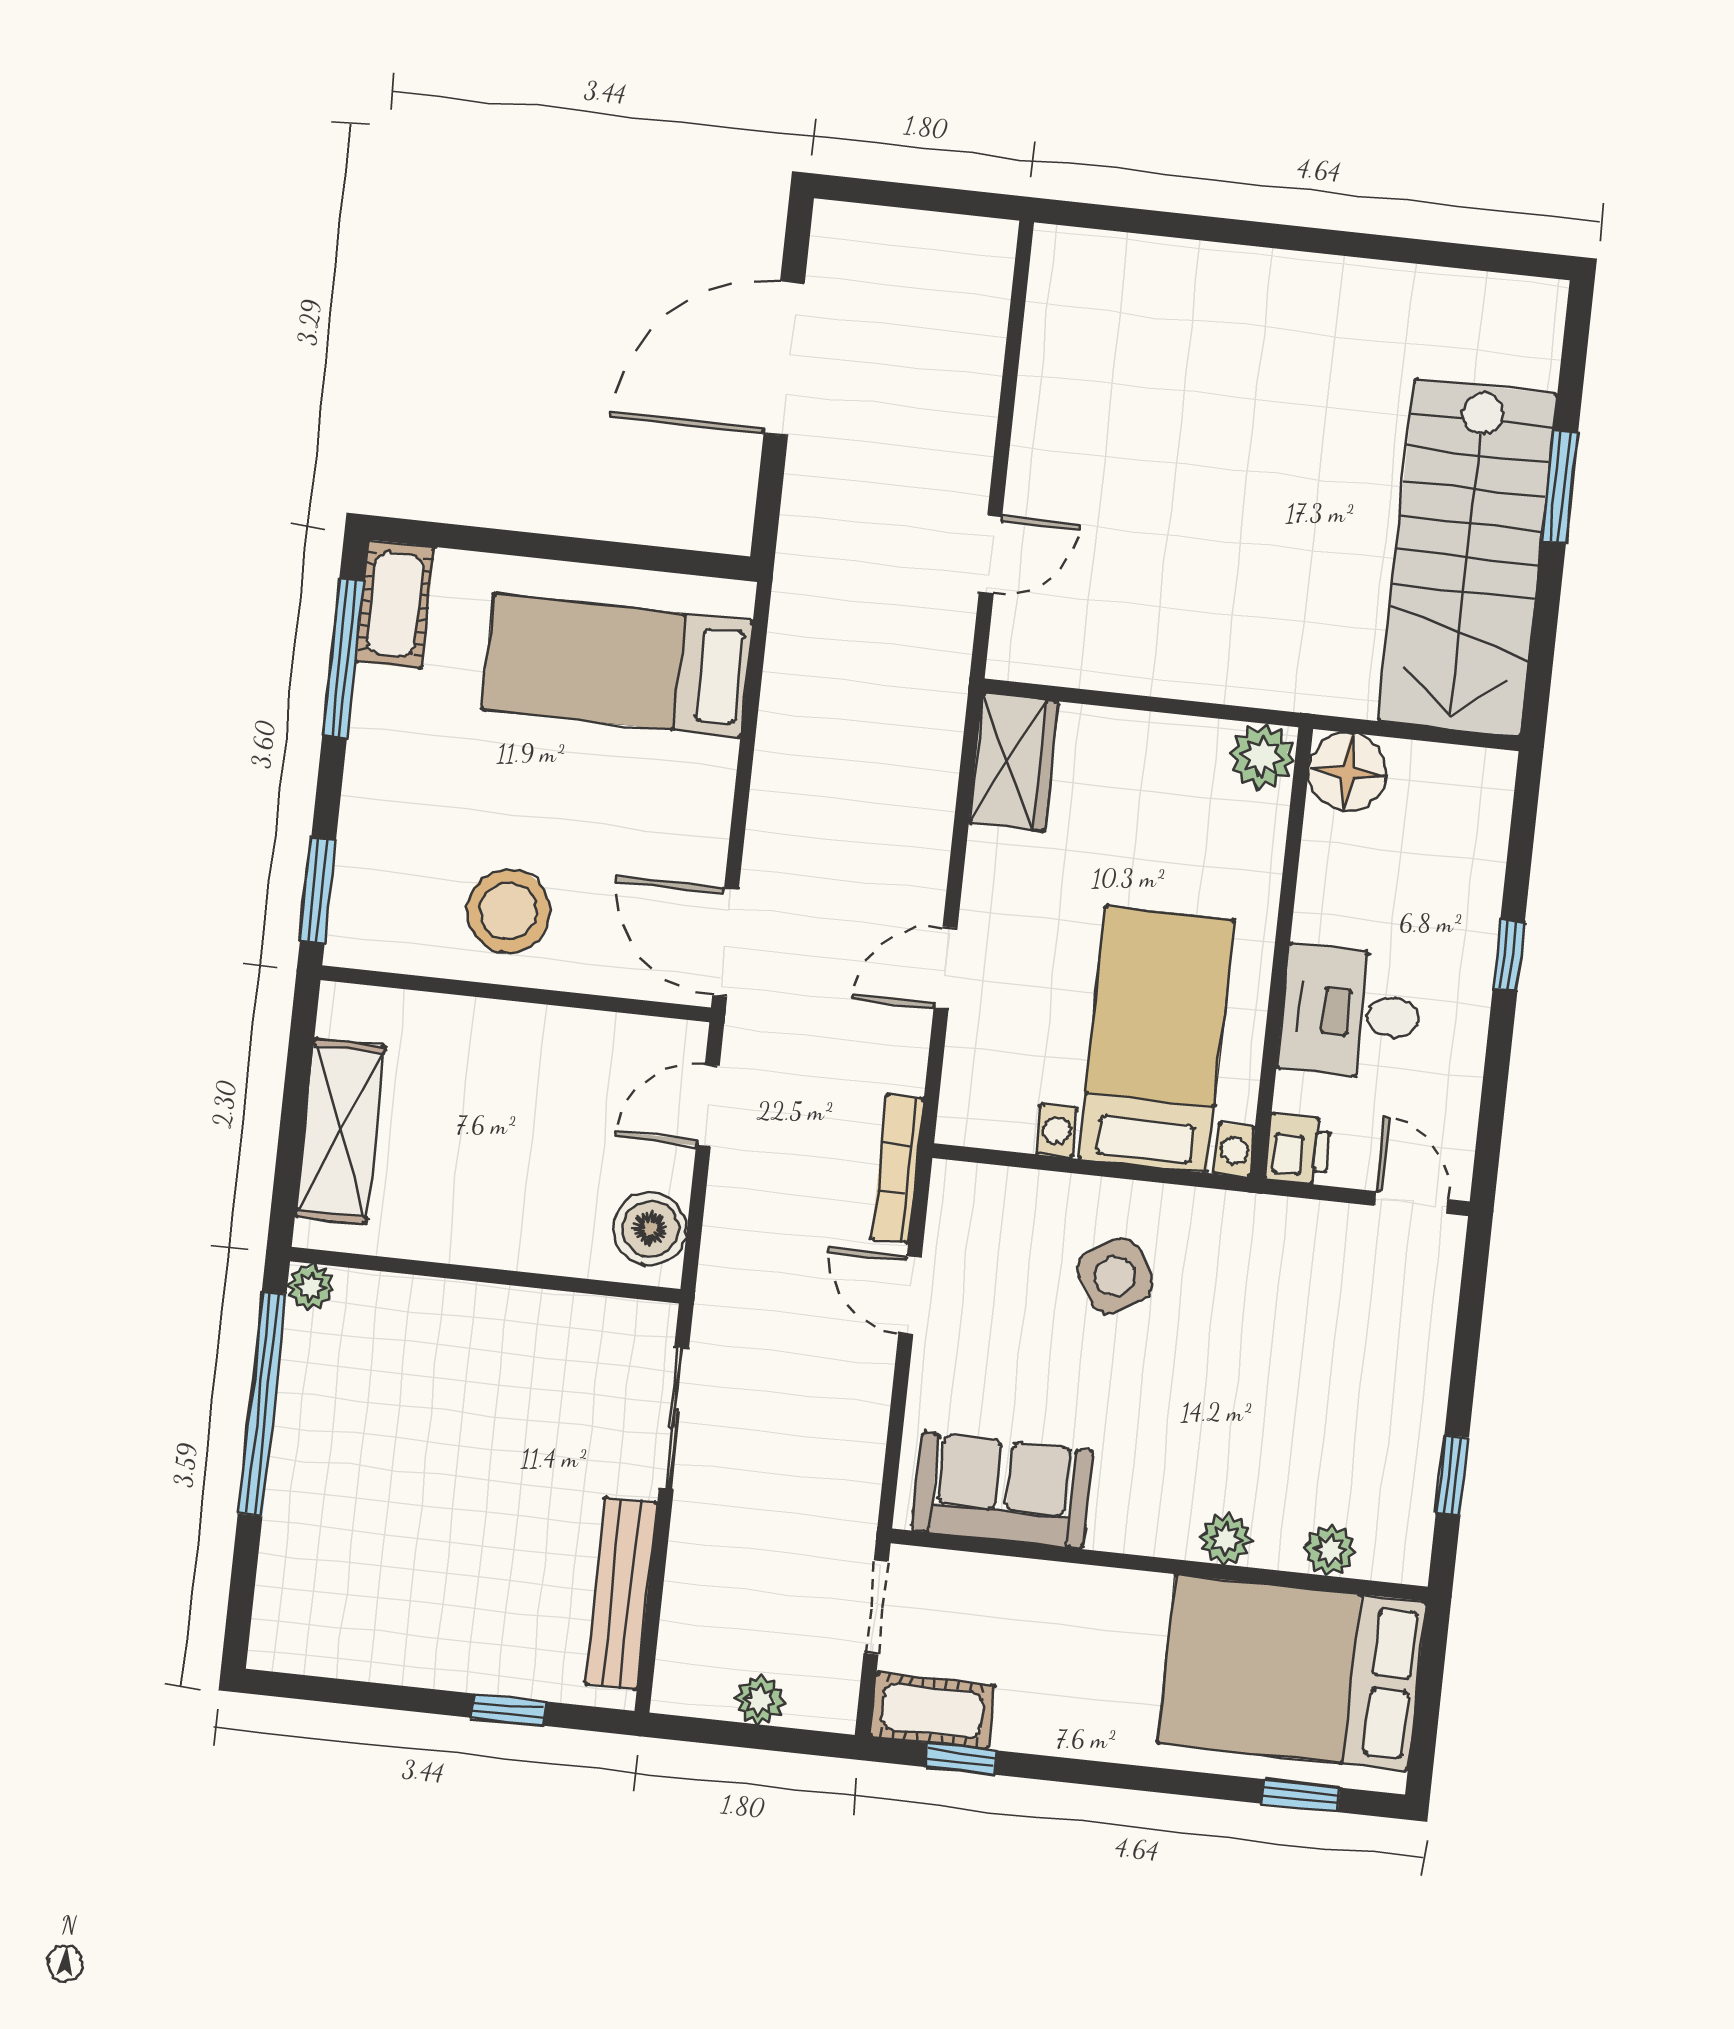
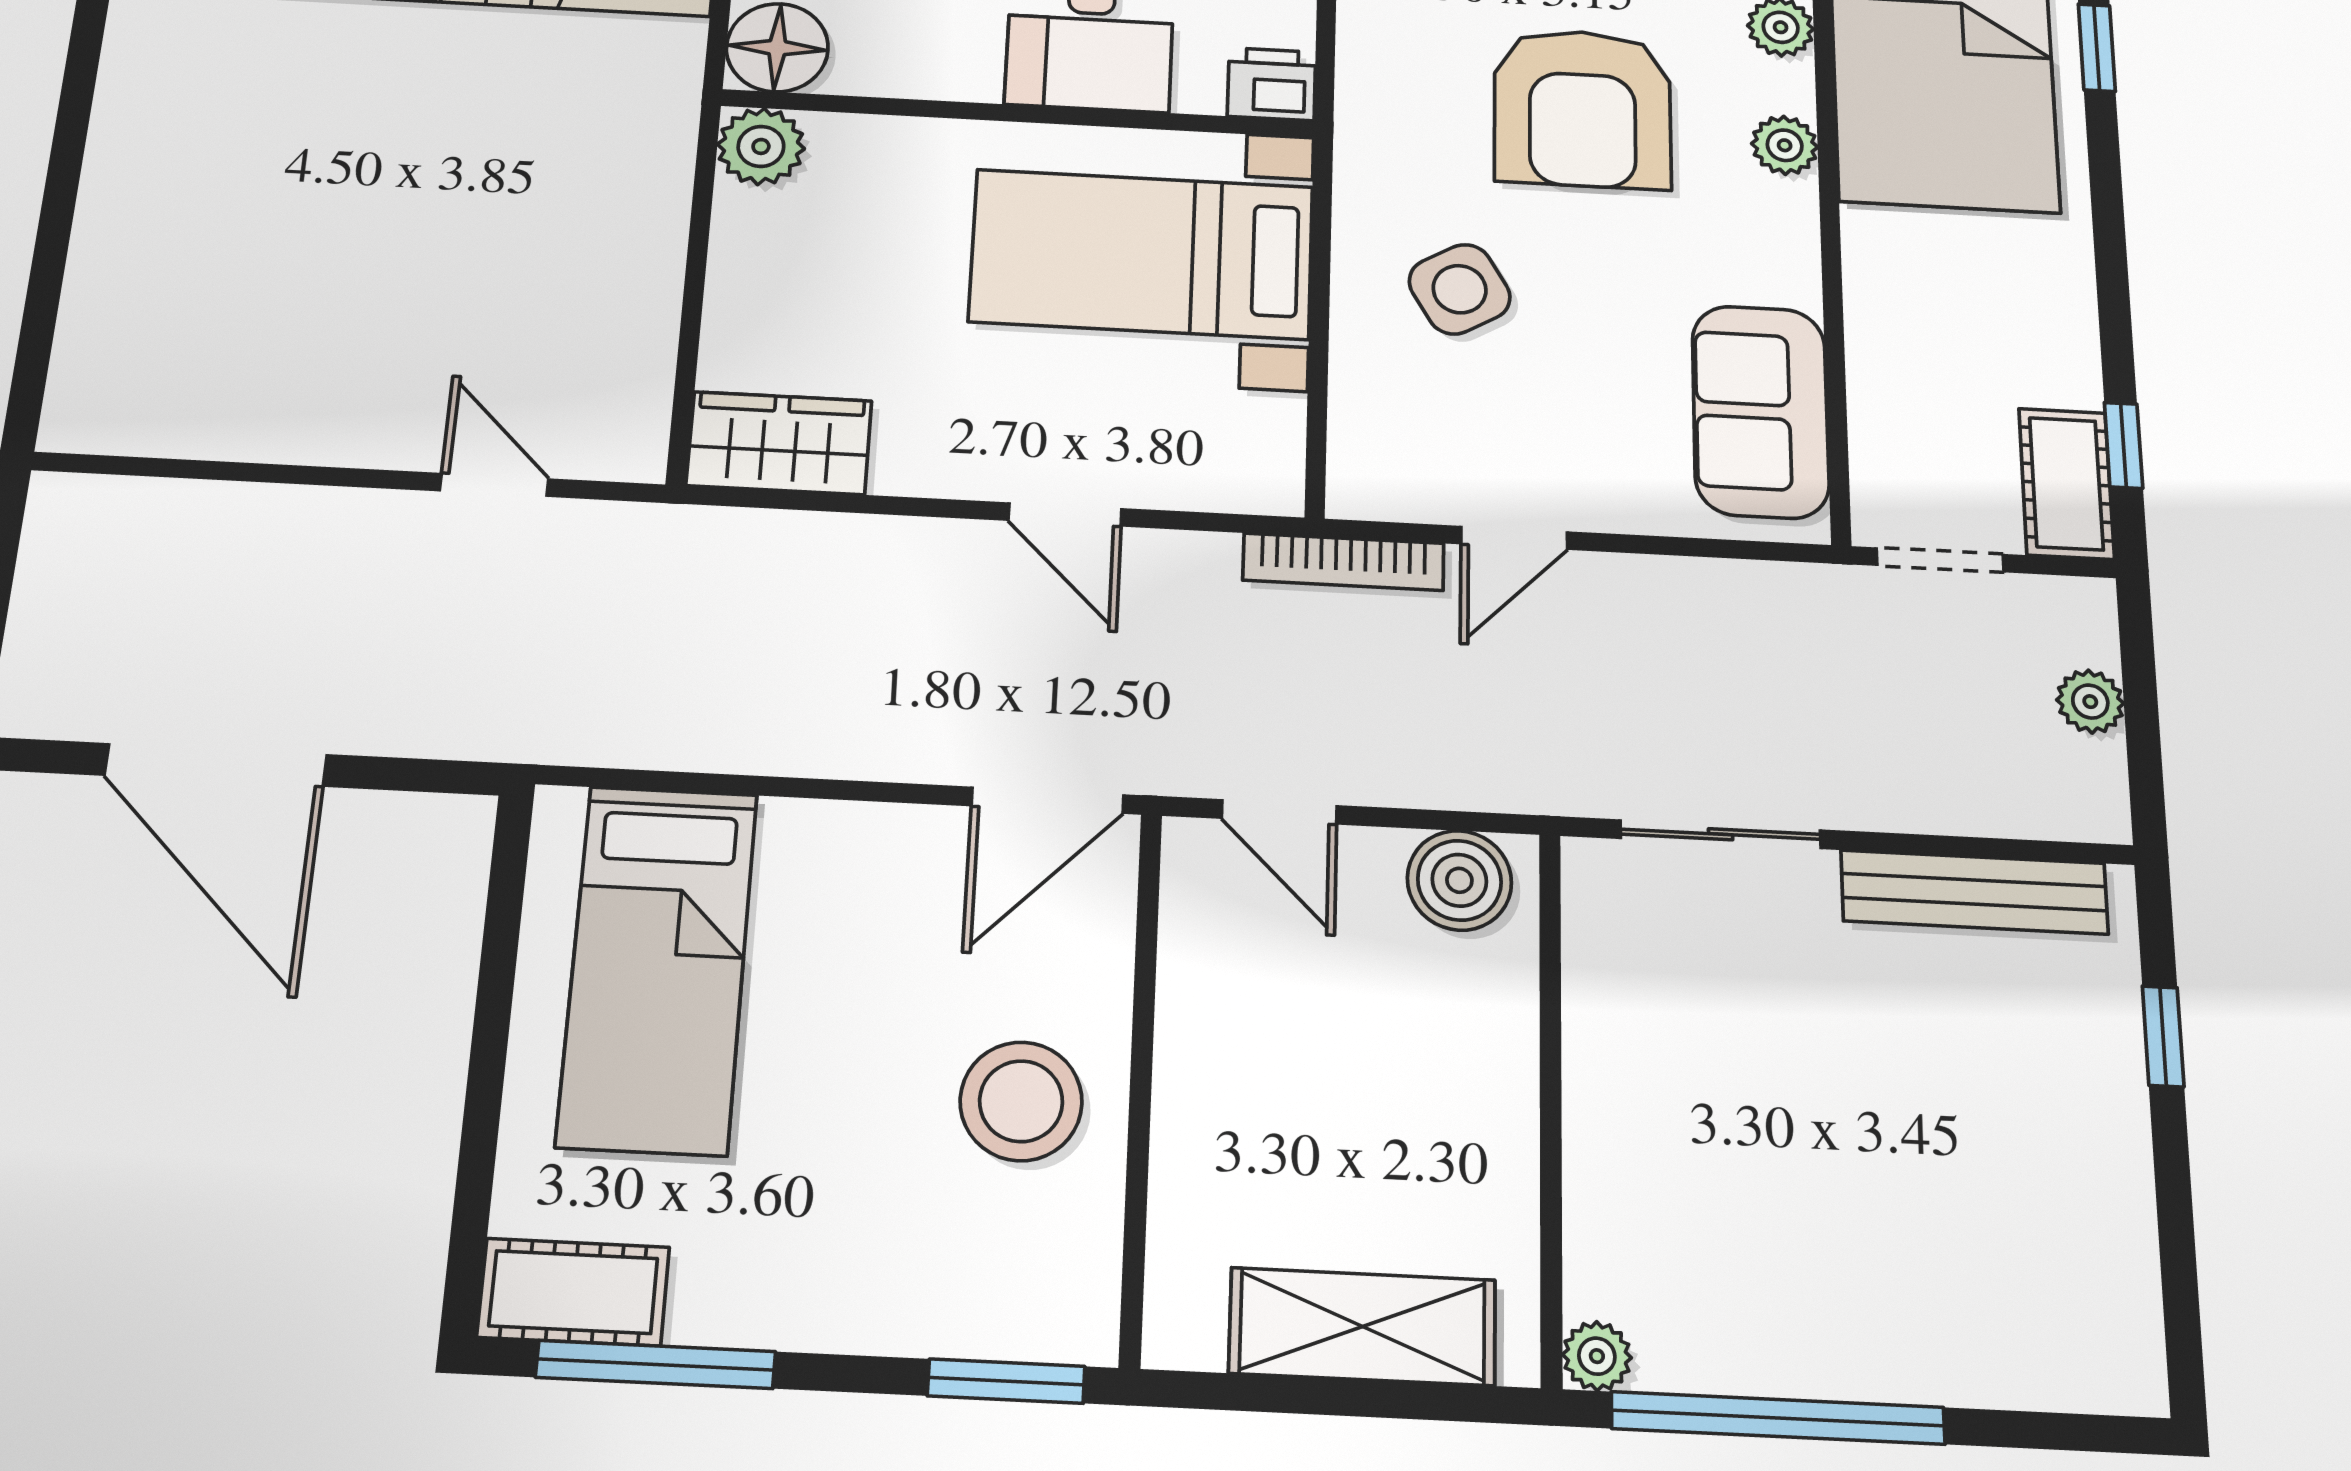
armchair: (1265, 1387) -> (1582, 108), added

